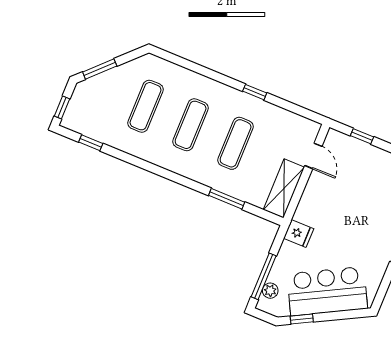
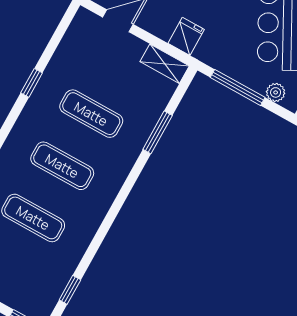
shelving: (284, 188) -> (165, 64), width x0.67, depth x0.75
fridge: (299, 234) -> (186, 36), moved
window: (264, 276) -> (238, 87), moved

